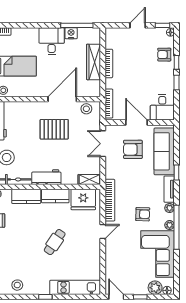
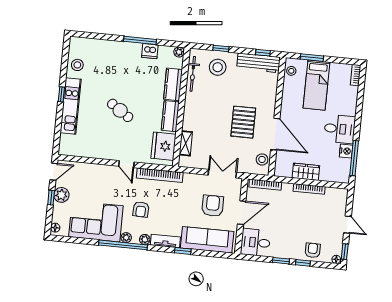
wardrobe: (94, 62) -> (306, 172), width x0.67
workbench: (46, 177) -> (192, 108), removed
shelving: (89, 180) -> (186, 143), moved
kitchen unit: (75, 287) -> (71, 106), moved
plant: (155, 288) -> (61, 195), moved

